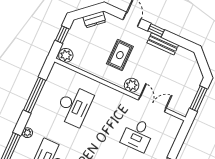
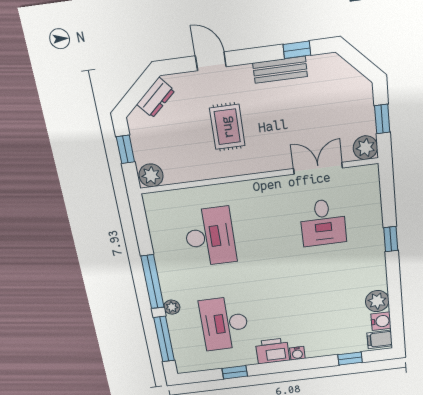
window: (156, 30) -> (297, 50), moved
plant: (132, 85) -> (365, 148), moved
window: (35, 95) -> (153, 282), moved
window: (199, 99) -> (382, 119), width x0.67

